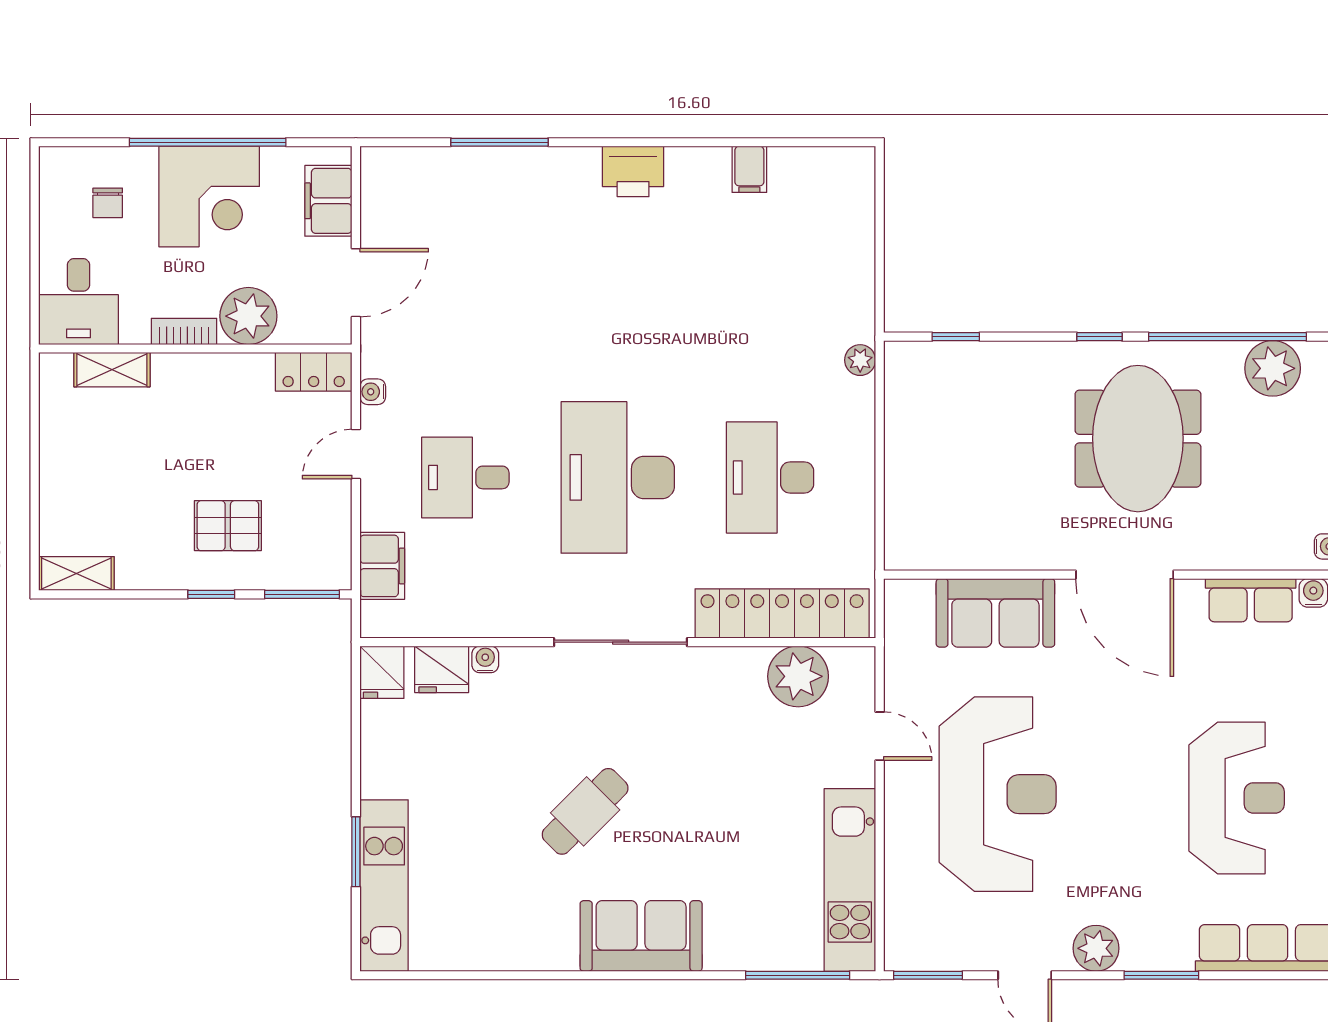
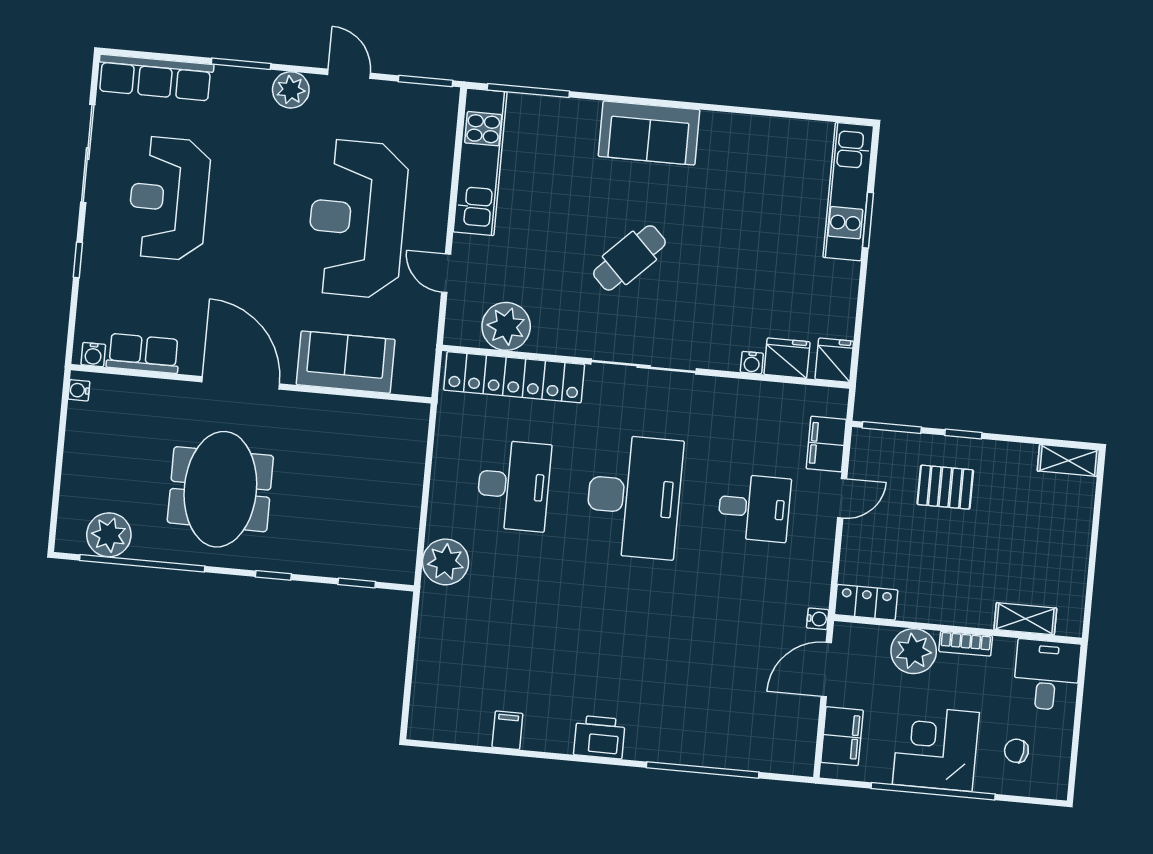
window: (500, 142) -> (703, 770), width x1.46
chair: (108, 203) -> (1016, 751), turned -82
window: (1099, 337) -> (273, 575), moved
plant: (860, 360) -> (446, 562), width x1.87, depth x1.87
water cooler: (373, 392) -> (818, 619), moved
door: (356, 454) -> (842, 498), moved
cafe table: (585, 811) -> (629, 258), moved

